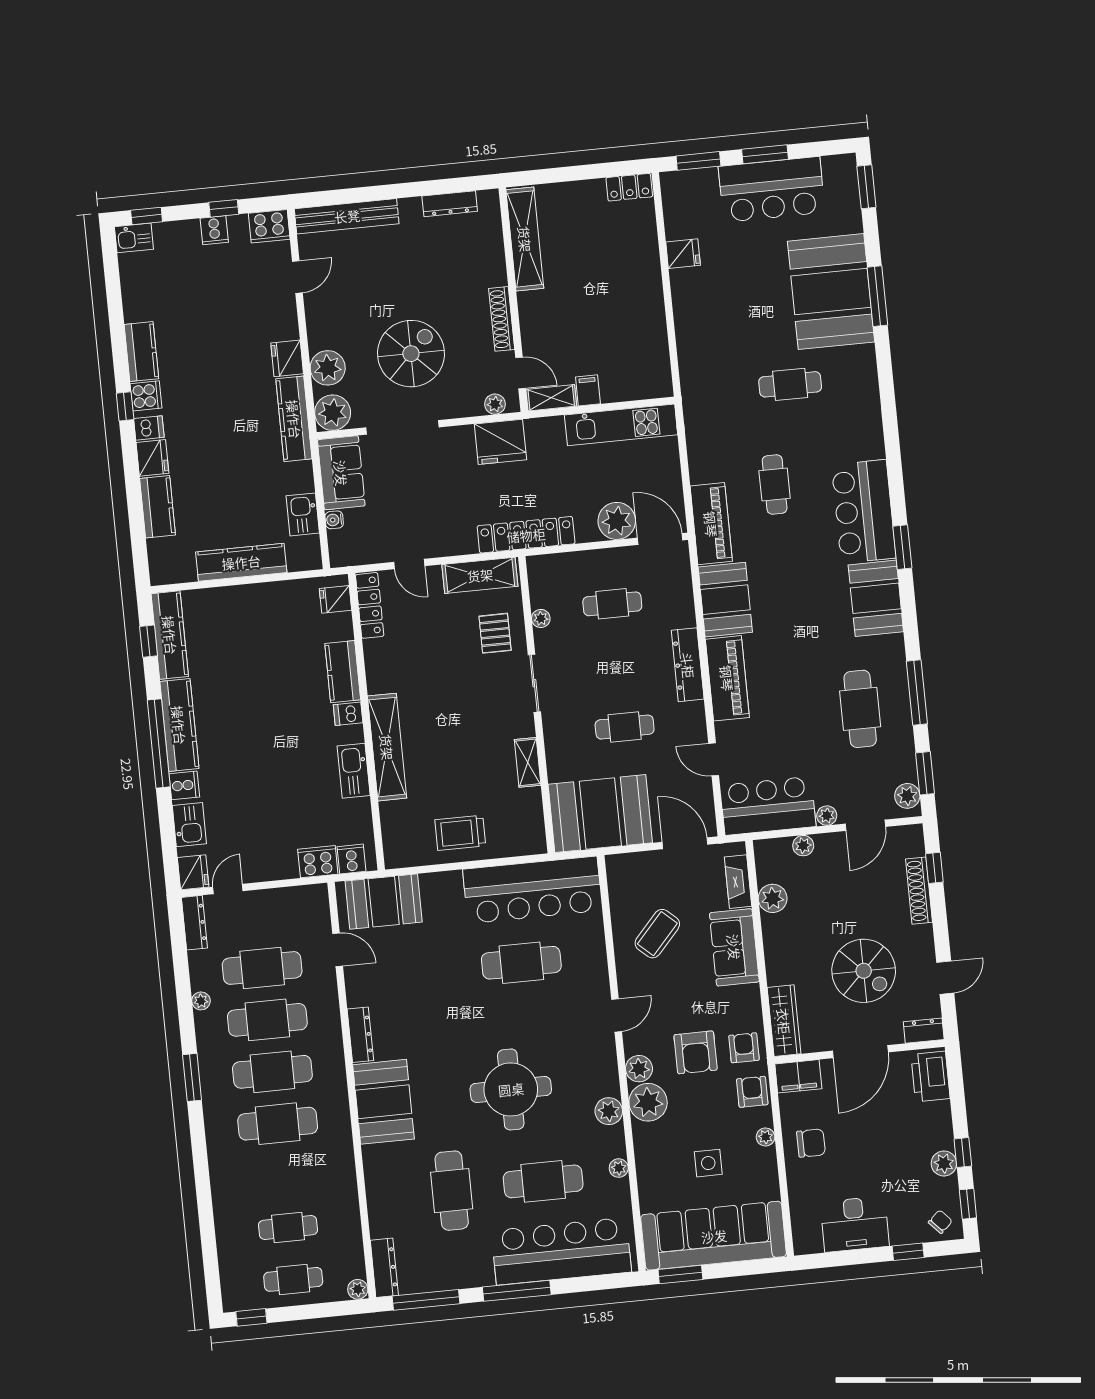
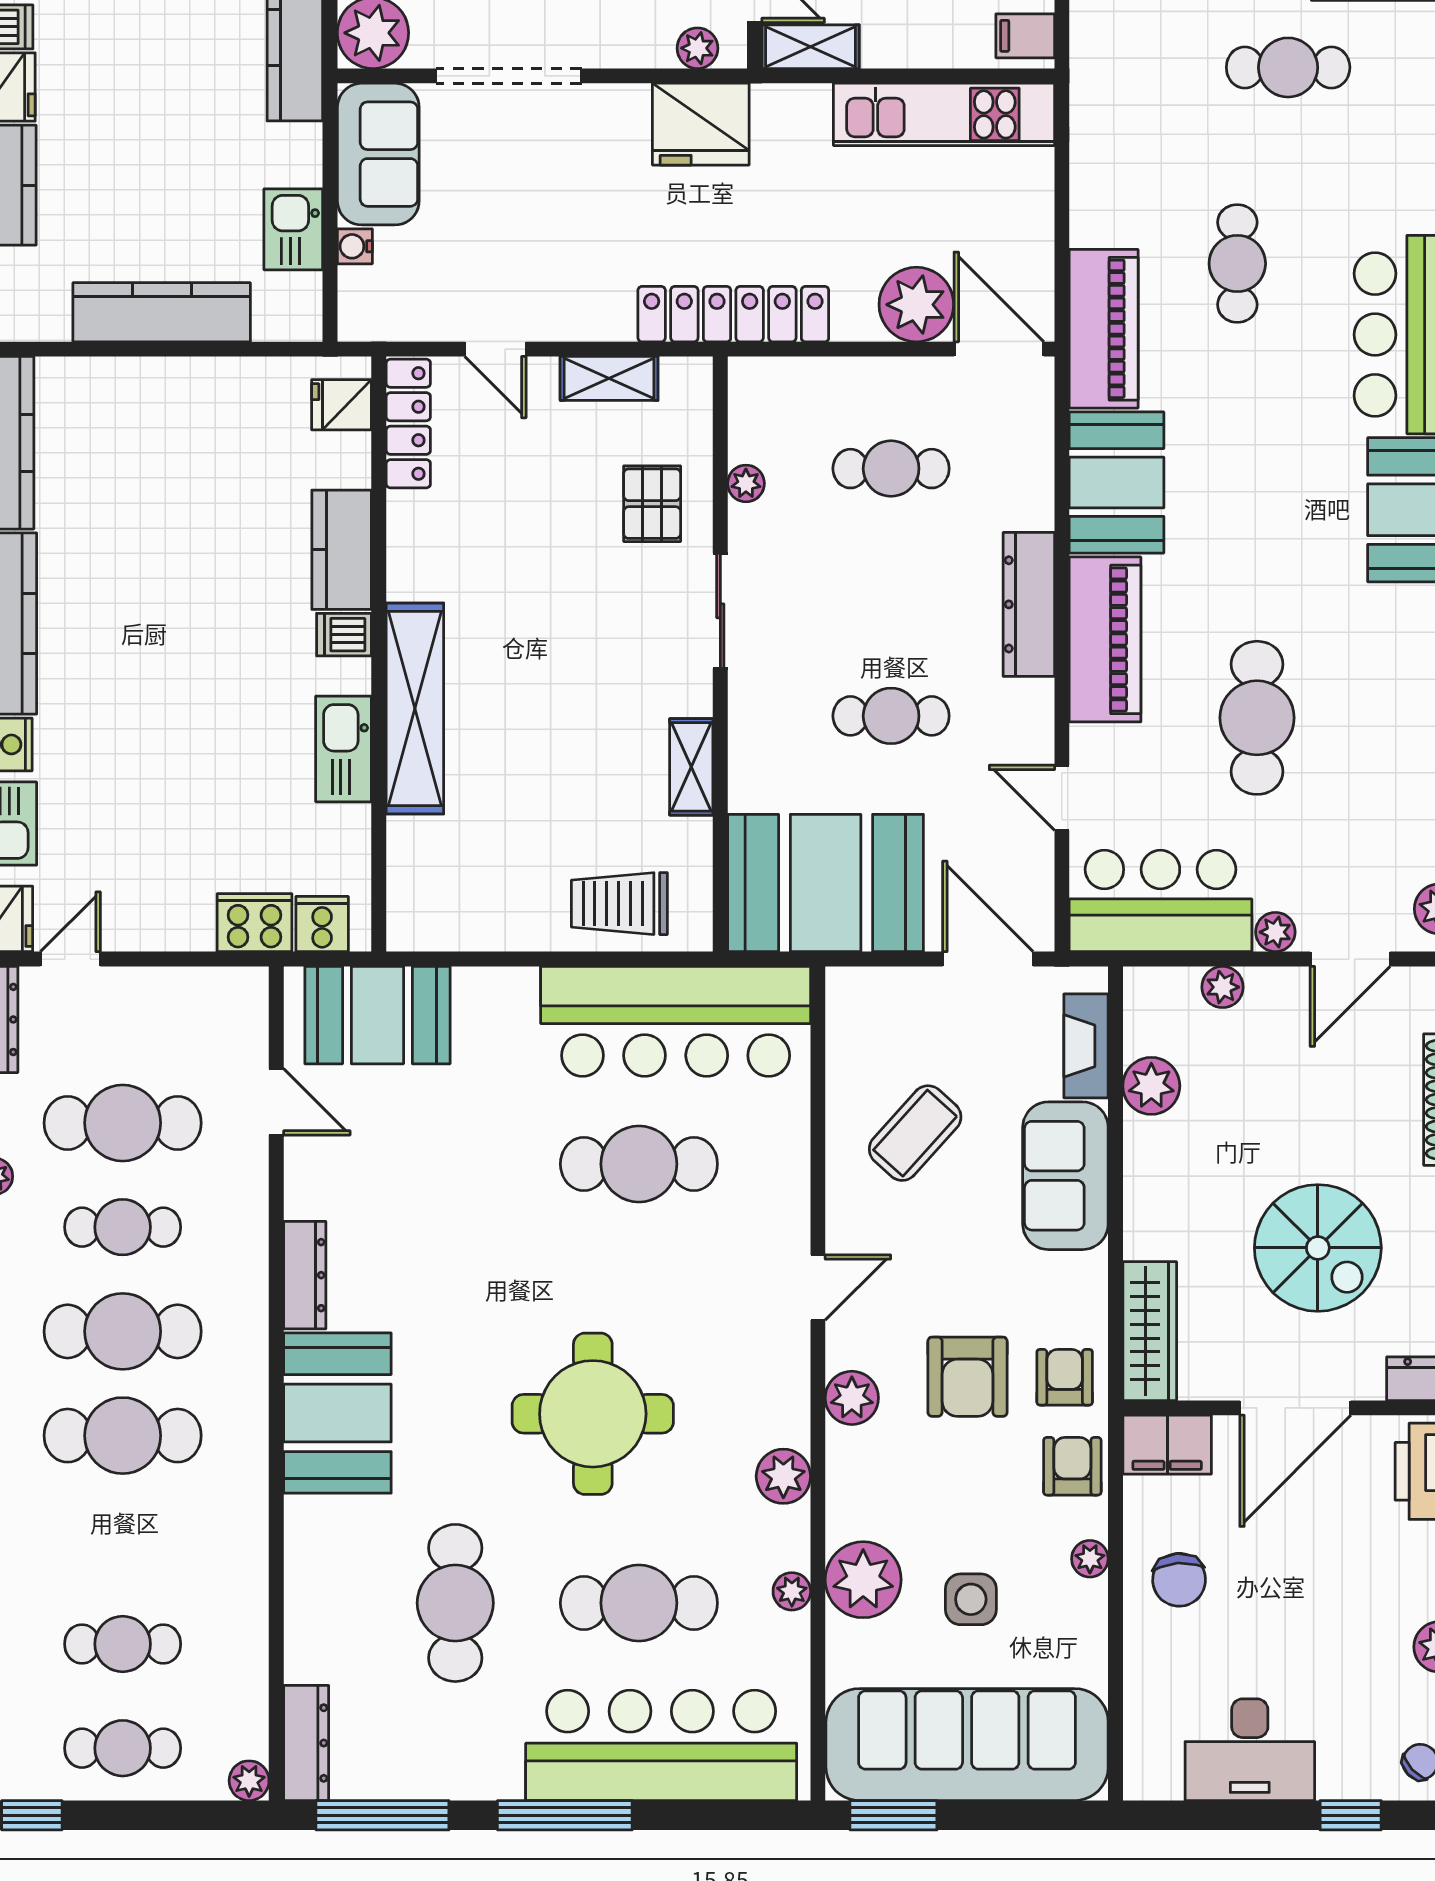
filing cabinet: (588, 390) -> (1025, 36), moved, turned -90
shelving: (480, 575) -> (609, 378), width x0.67, depth x0.75
cafe table: (860, 709) -> (1257, 718), moved
trolley: (460, 833) -> (619, 904), moved
cafe table: (267, 1020) -> (123, 1227), width x0.73, depth x0.74
plant: (648, 1102) -> (863, 1580), moved
chair: (811, 1143) -> (1179, 1580), turned 86

